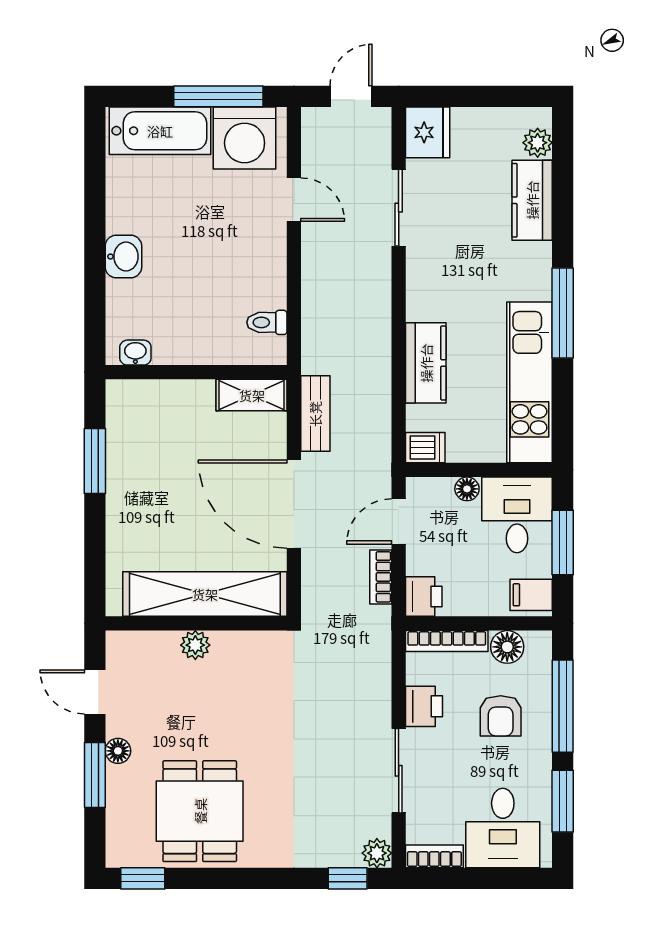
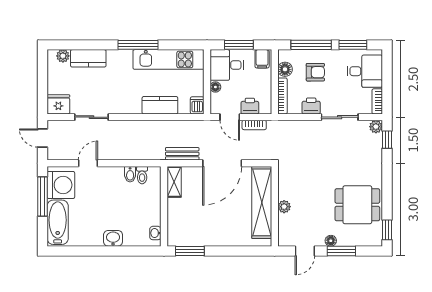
bidet: (269, 295) -> (130, 174), added
window: (95, 461) -> (190, 251), moved
printer: (424, 597) -> (250, 106), moved

